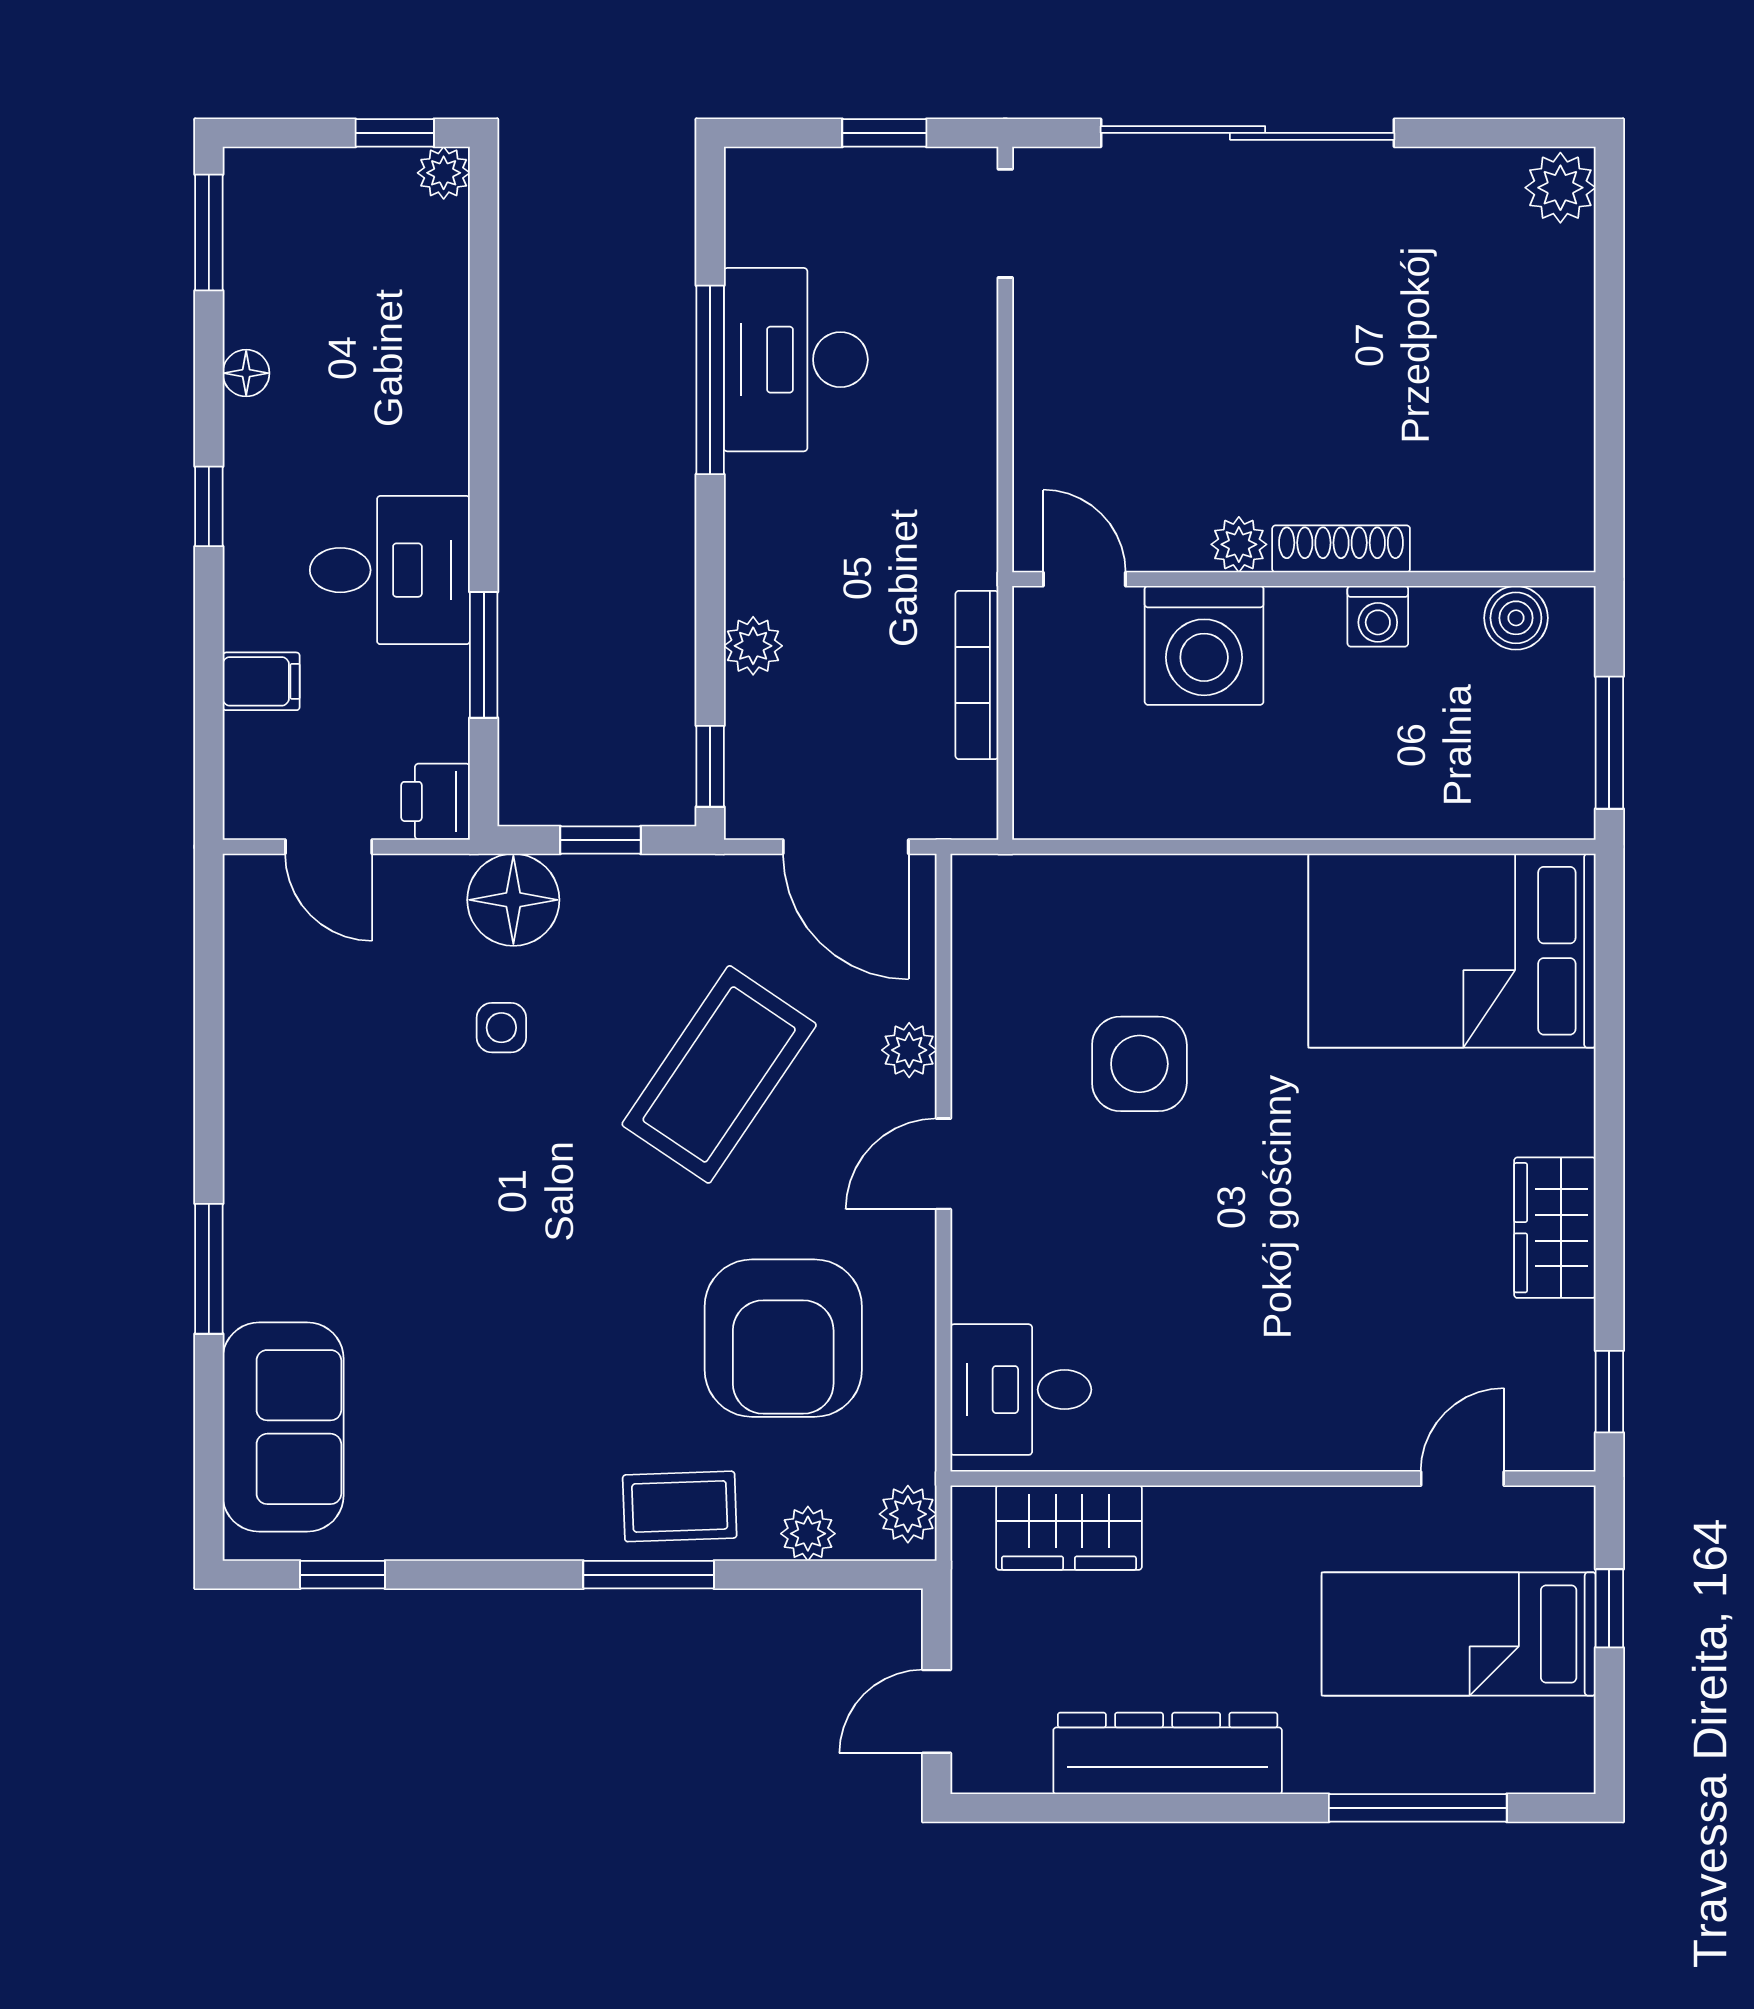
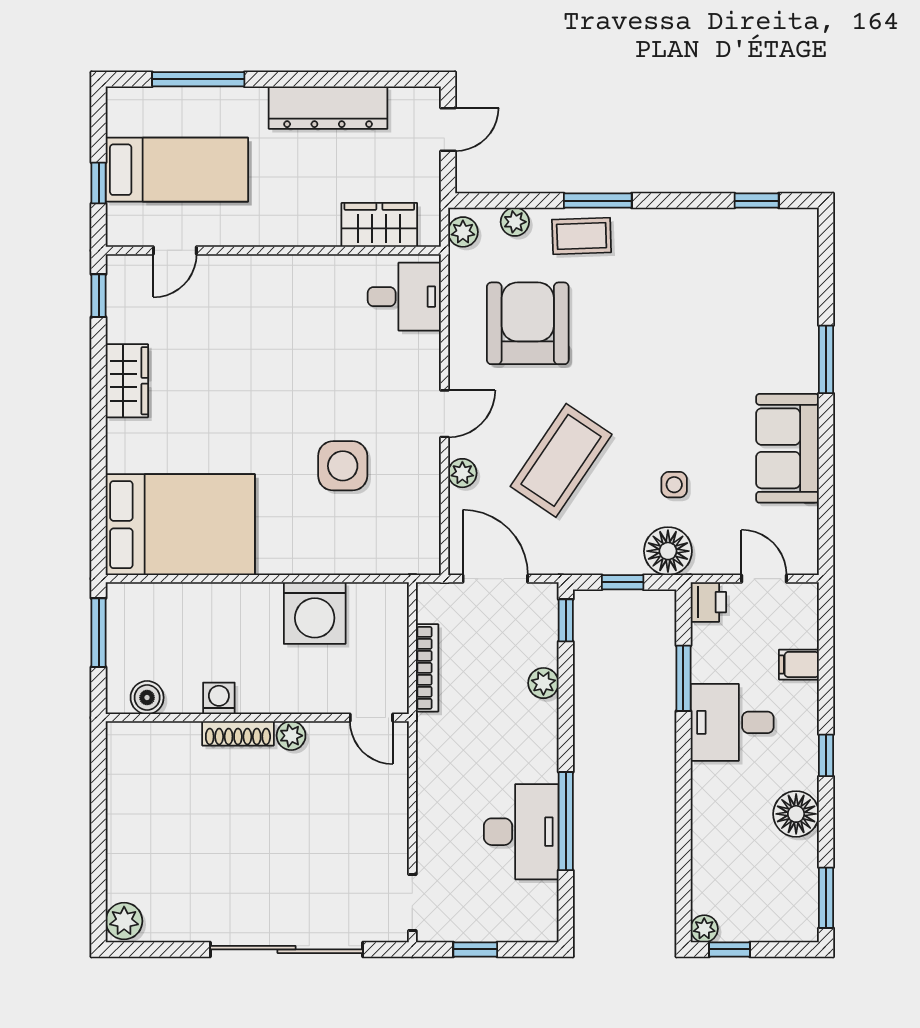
floor lamp: (246, 373) -> (796, 814), width x1.89, depth x1.89
washing machine: (1204, 645) -> (315, 613), moved, turned 180
sofa: (283, 1427) -> (788, 448), moved

